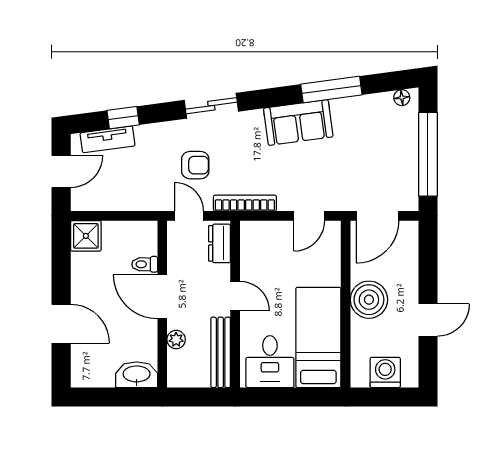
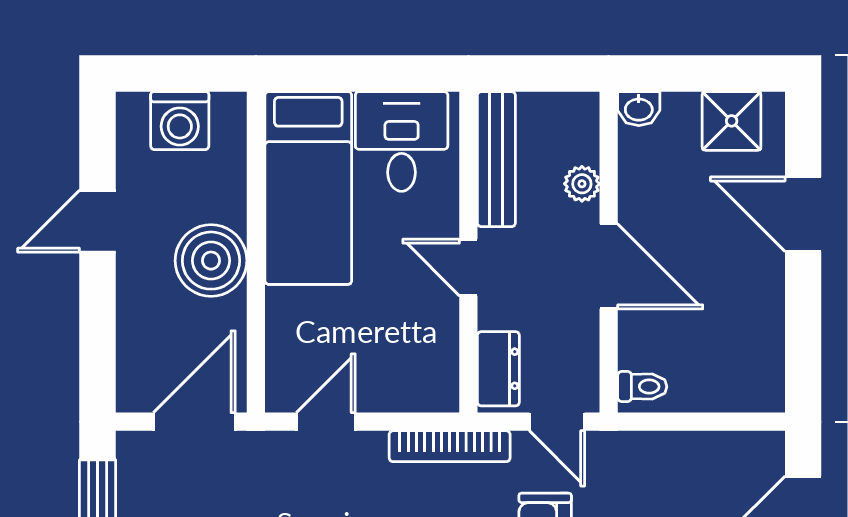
shower: (86, 236) -> (732, 121), moved
toilet: (145, 264) -> (642, 387), moved
washbasin: (137, 375) -> (639, 109), width x0.52, depth x0.69

